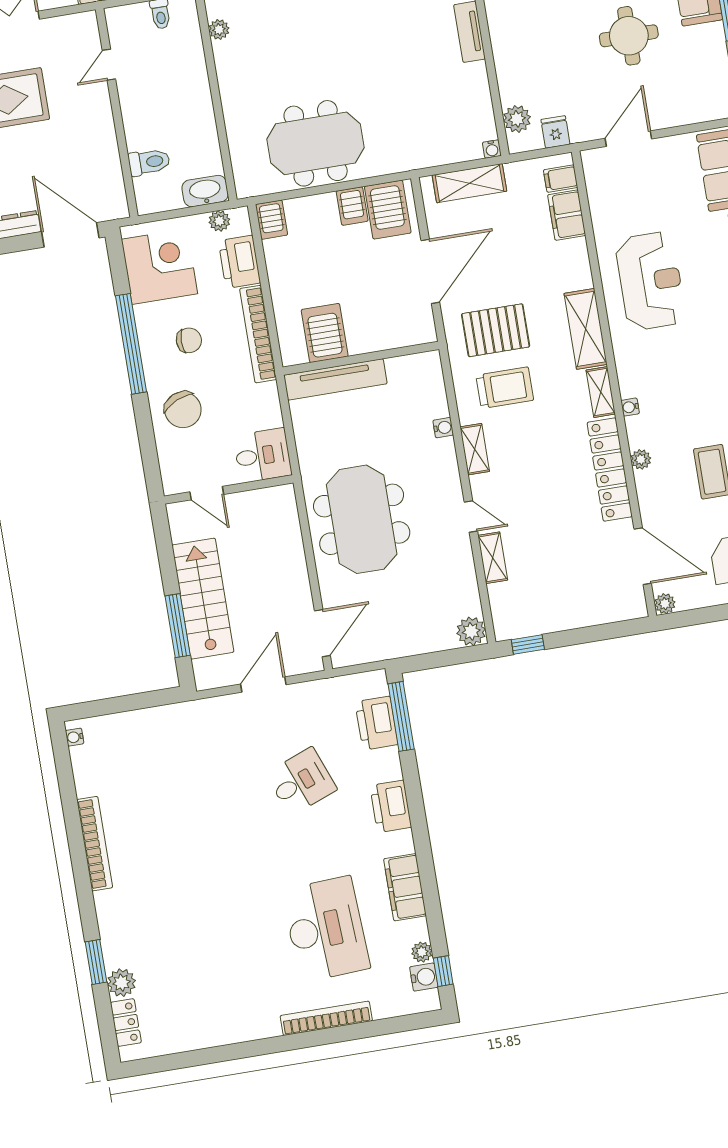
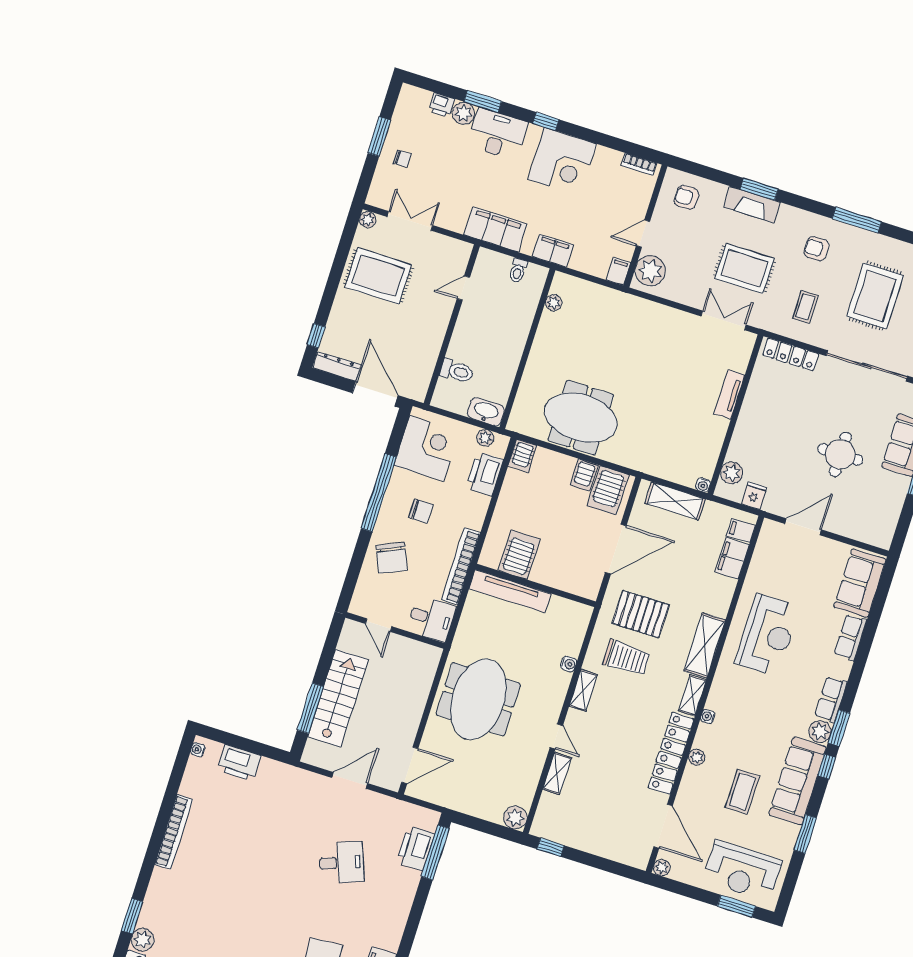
bookcase: (258, 334) -> (461, 566), moved
printer: (391, 806) -> (239, 763), moved, turned -90

